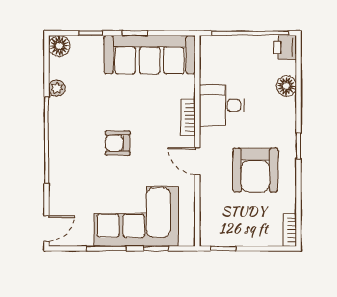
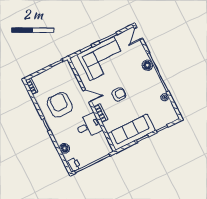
floor lamp: (59, 46) -> (147, 65), moved
armchair: (118, 143) -> (119, 94), moved

